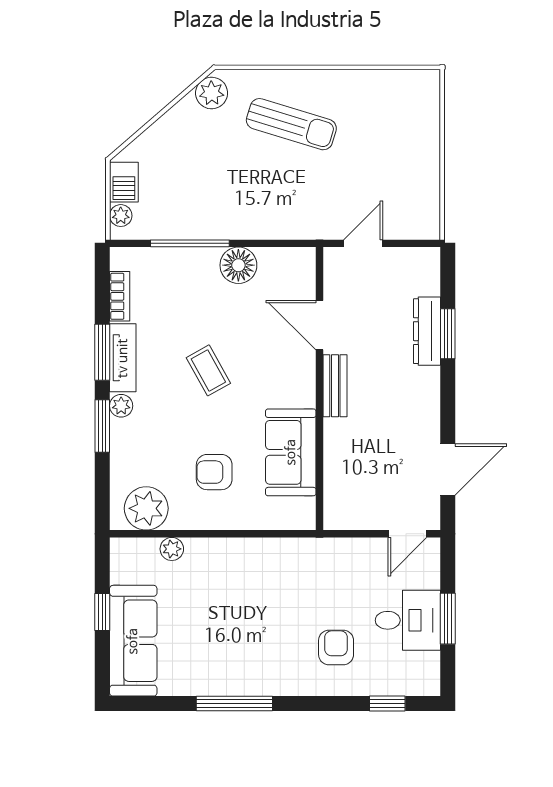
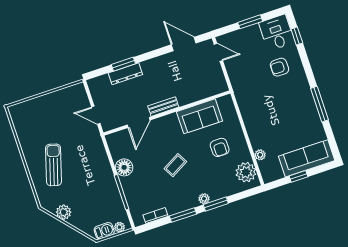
plant: (212, 93) -> (64, 212), moved
tv unit: (123, 358) -> (182, 205), removed
desk: (408, 620) -> (277, 33), moved

